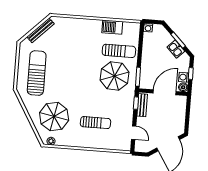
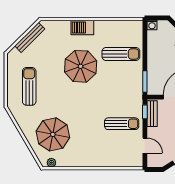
barbecue: (112, 27) -> (82, 28), moved
sun lounger: (37, 73) -> (29, 86), width x0.73, depth x0.75
parasol: (115, 76) -> (81, 66), moved
sun lounger: (95, 123) -> (122, 124), moved

